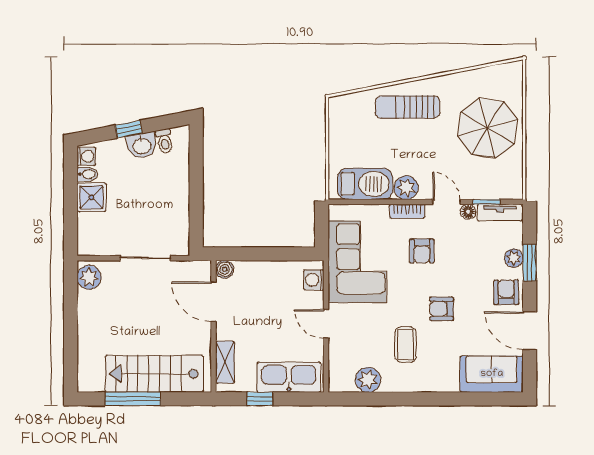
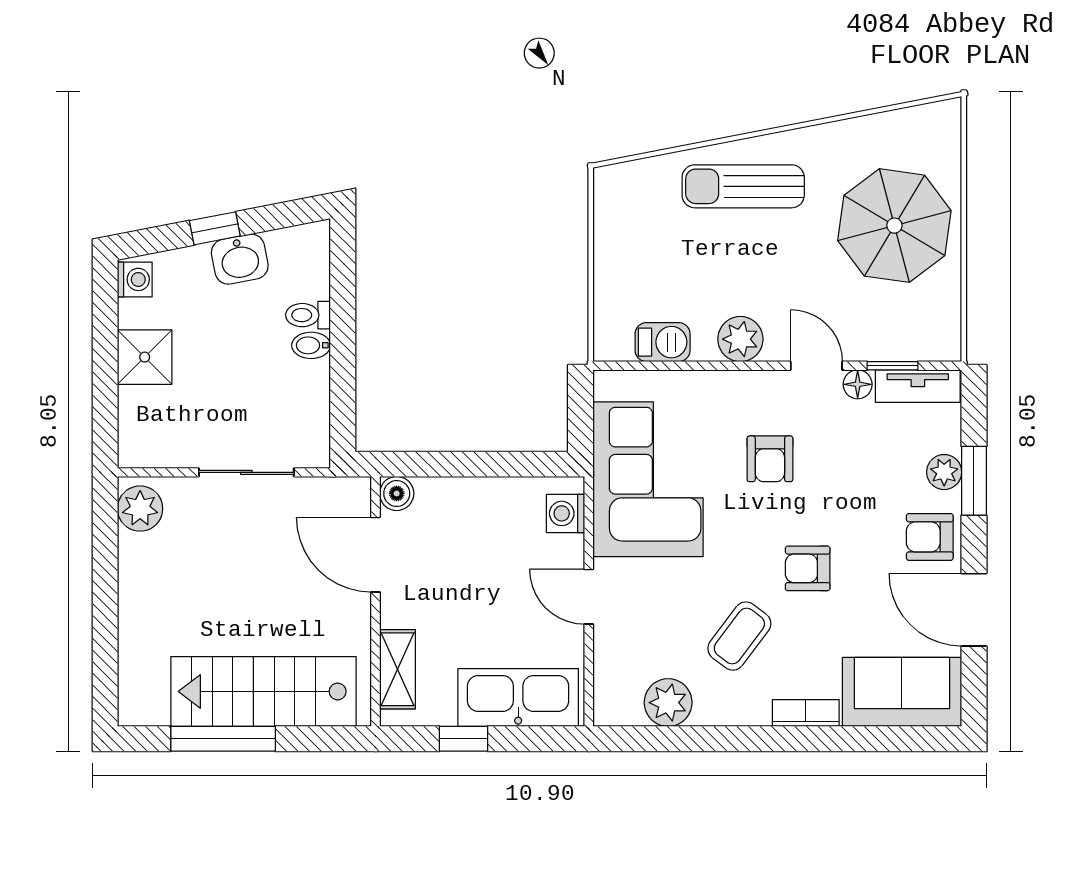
toilet: (164, 141) -> (308, 315), moved, turned 101
bidet: (87, 174) -> (311, 345), moved, turned 180
barbecue: (365, 184) -> (663, 342), width x0.53, depth x0.65
bookcase: (407, 211) -> (806, 713), moved, turned 180
armchair: (506, 292) -> (930, 537), turned -90
coffee table: (406, 345) -> (739, 636), turned 37

